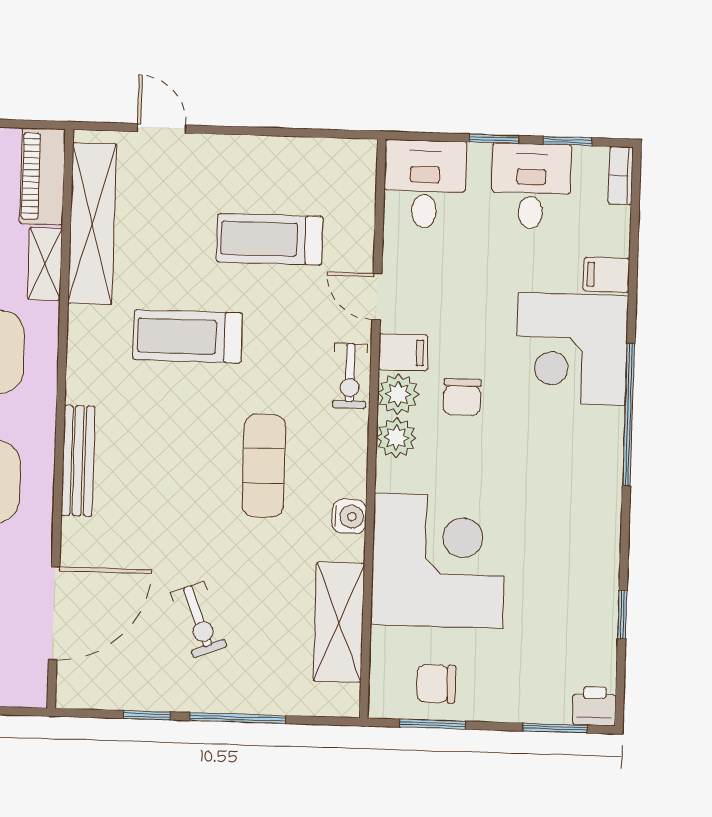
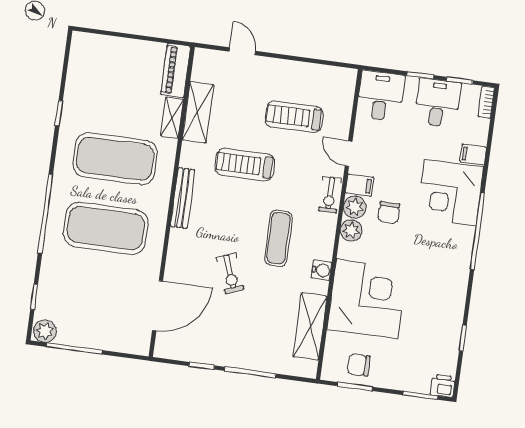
shelving: (92, 224) -> (198, 112), width x0.68
bench: (78, 461) -> (183, 198), moved
exercise bike: (199, 620) -> (230, 273), moved

